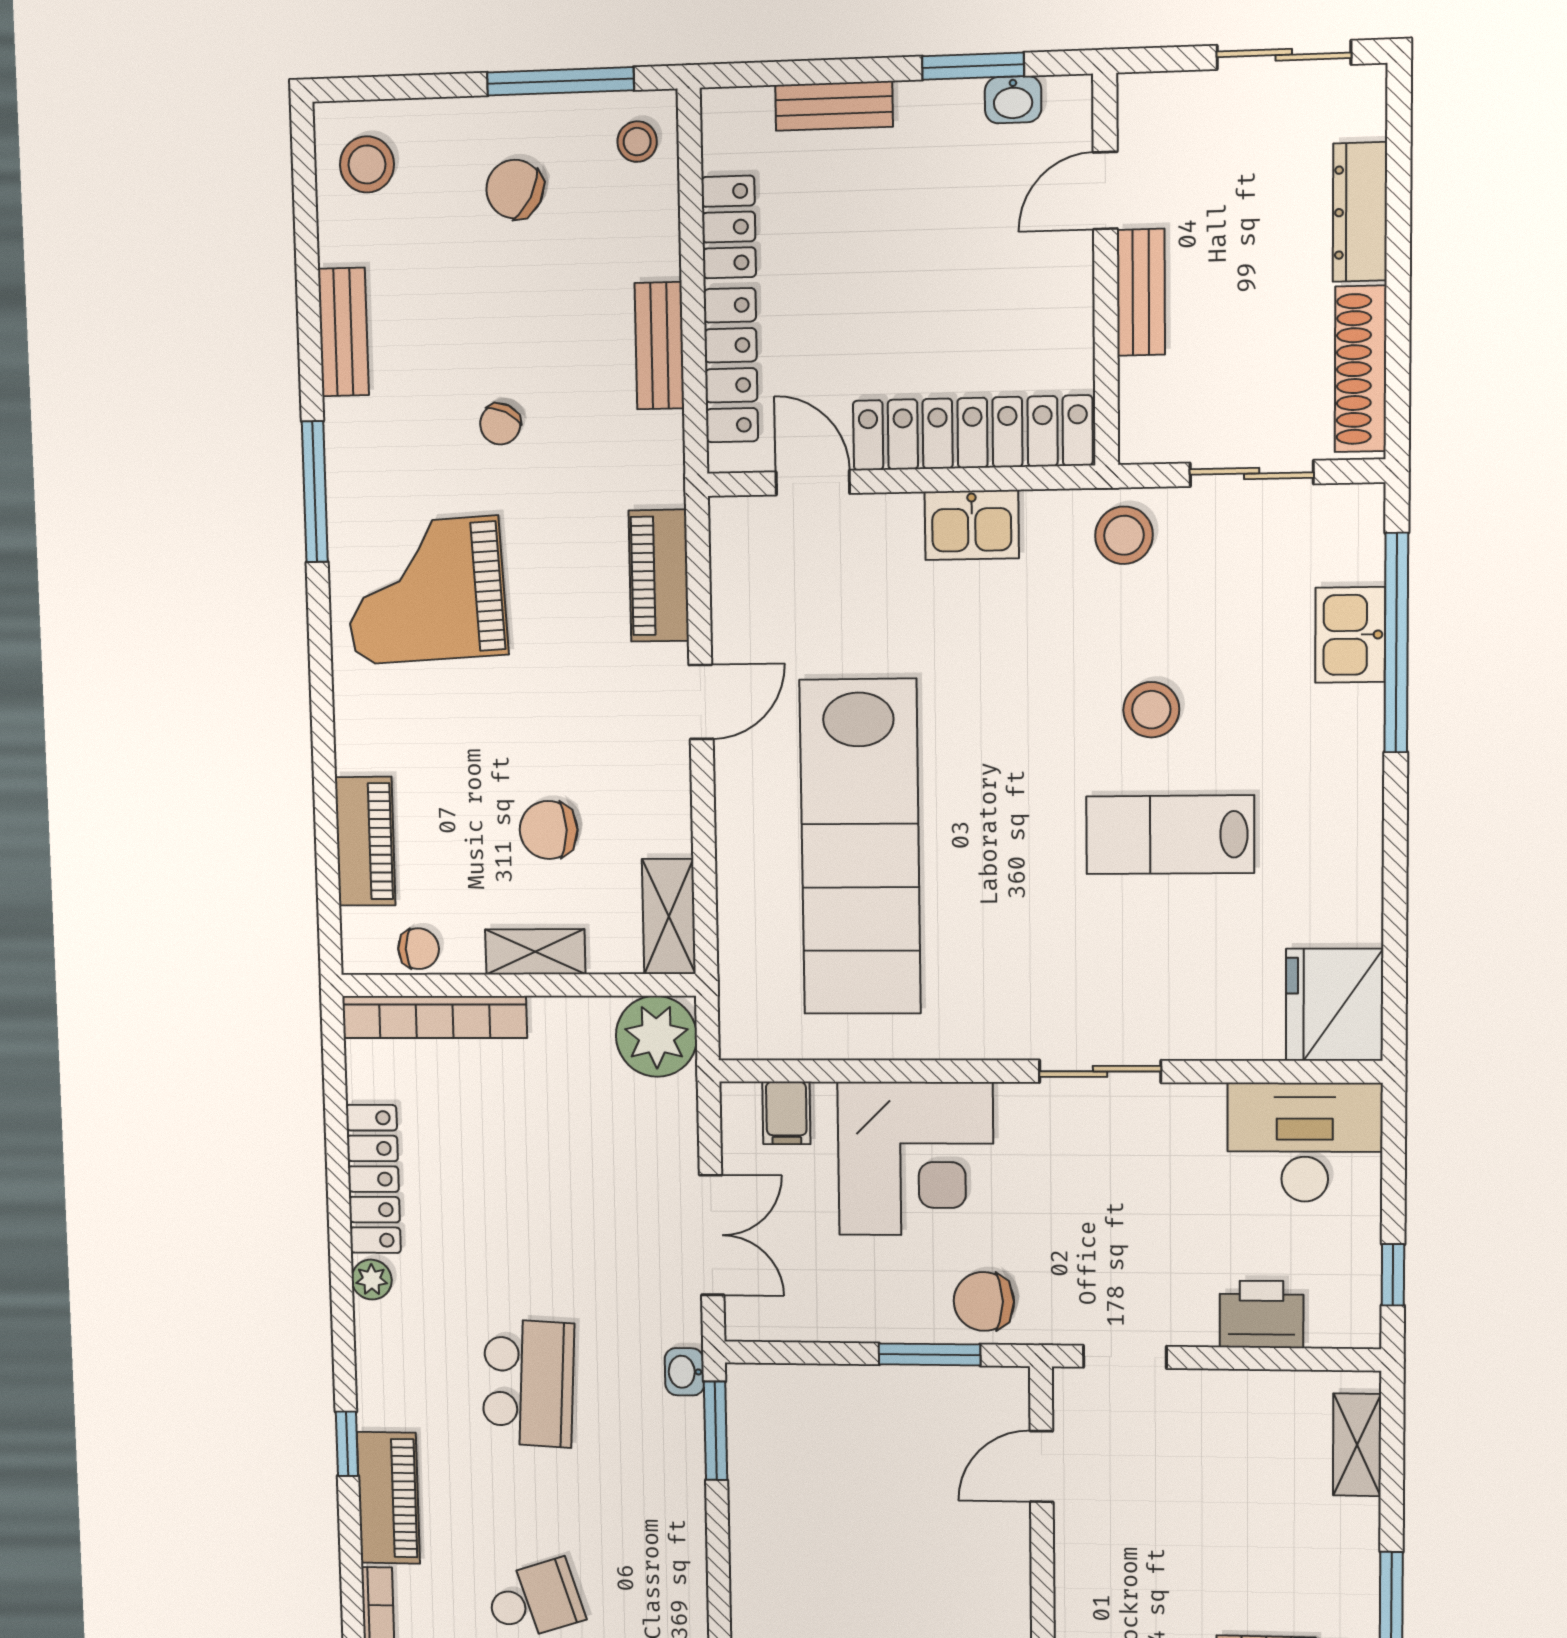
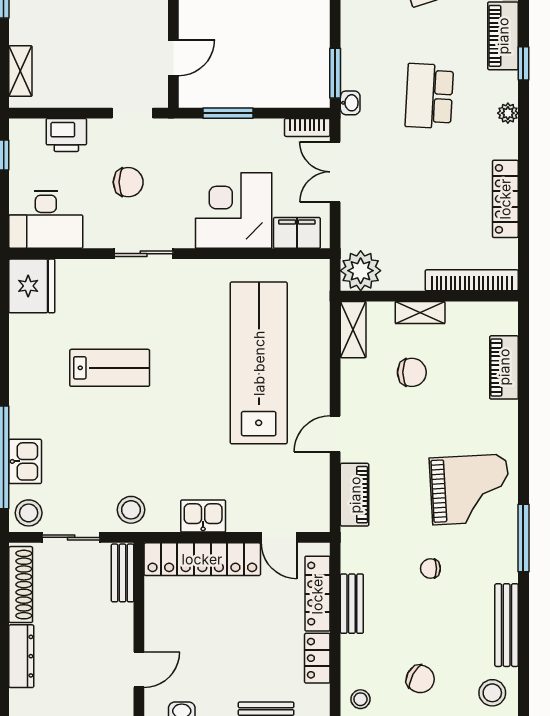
bench: (1141, 292) -> (123, 573), moved
bench: (343, 332) -> (507, 625), width x1.36
chair: (500, 424) -> (430, 568), turned -116
stool: (1151, 710) -> (29, 513), moved
chair: (419, 949) -> (479, 314), removed
filing cabinet: (786, 1113) -> (297, 233), width x2.00
plant: (372, 1280) -> (508, 113), moved
chair: (984, 1301) -> (128, 182), moved
bookcase: (769, 1324) -> (307, 127), added

